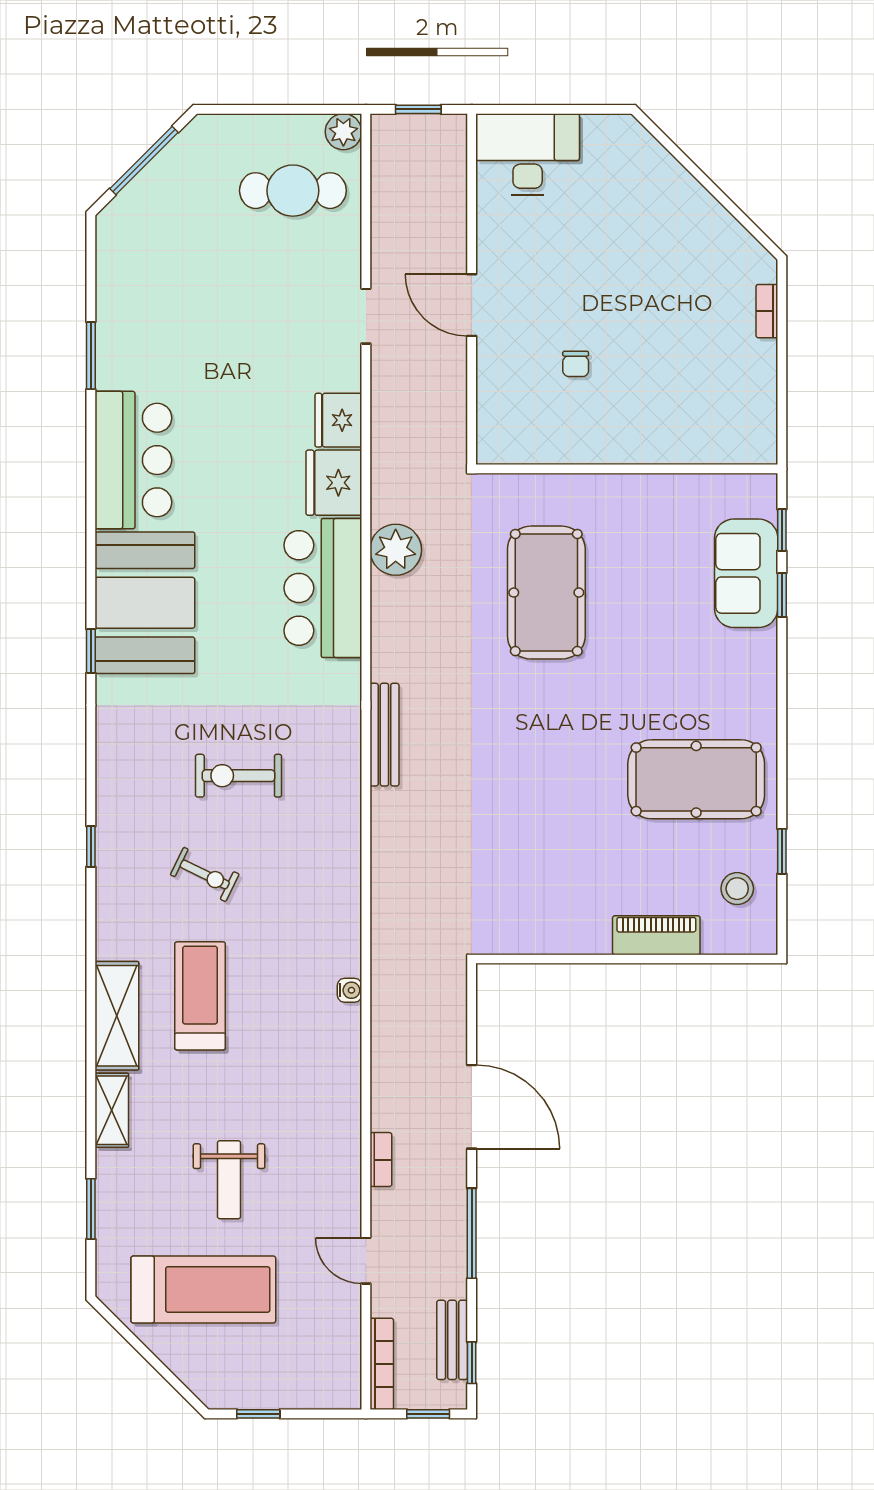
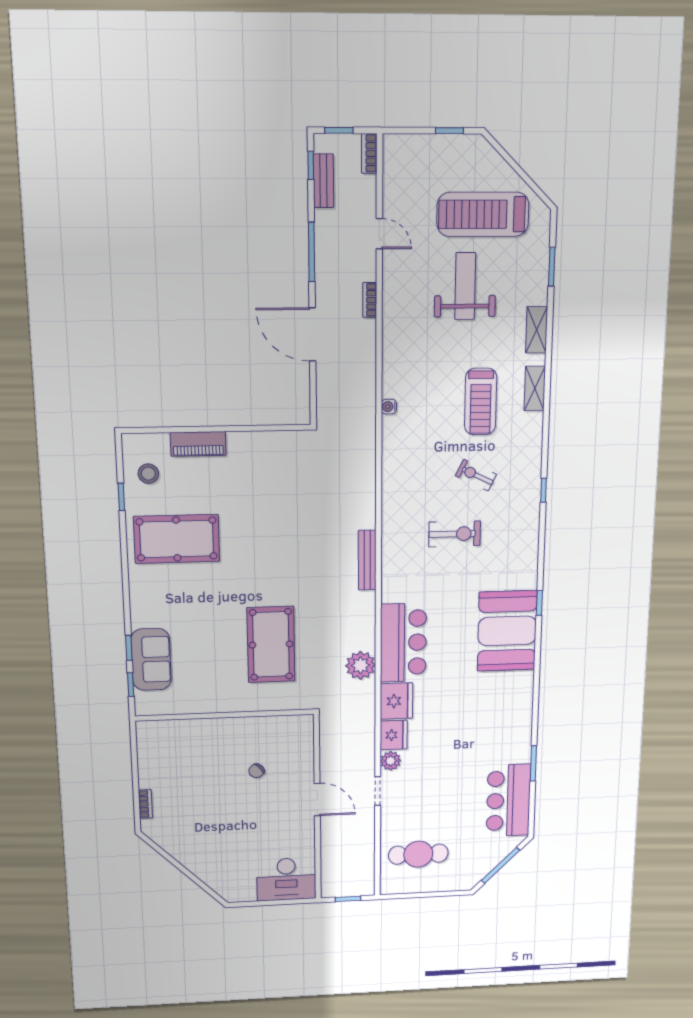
plant: (343, 132) -> (391, 761), moved
chair: (576, 364) -> (256, 771), turned -132
bar counter: (133, 460) -> (508, 800), moved
shelving: (117, 1016) -> (535, 388), width x0.67, depth x0.75
weight bench: (229, 1180) -> (465, 286), width x1.36, depth x1.33
bookcase: (382, 1364) -> (369, 153), width x0.64

